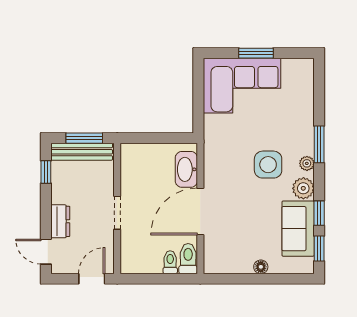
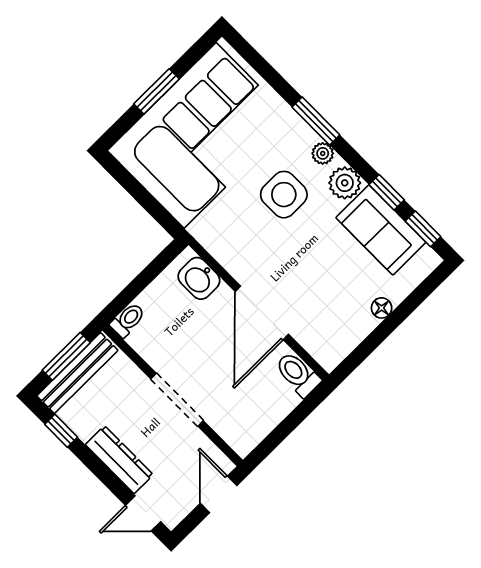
corner sofa: (242, 86) -> (200, 135), width x1.36, depth x1.36
washbasin: (186, 169) -> (199, 278), width x0.72
doorway: (117, 213) -> (177, 400), width x1.38
dresser: (60, 221) -> (119, 460), width x1.44
toilet: (170, 262) -> (128, 320), moved, turned 90

